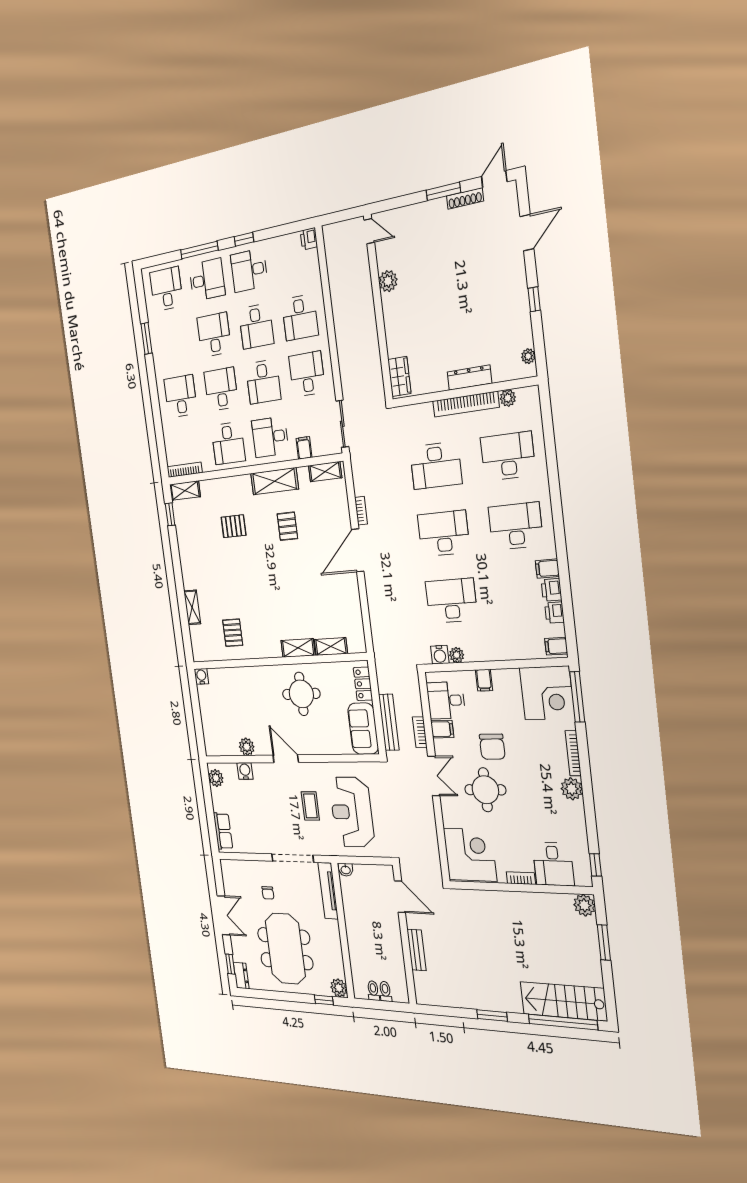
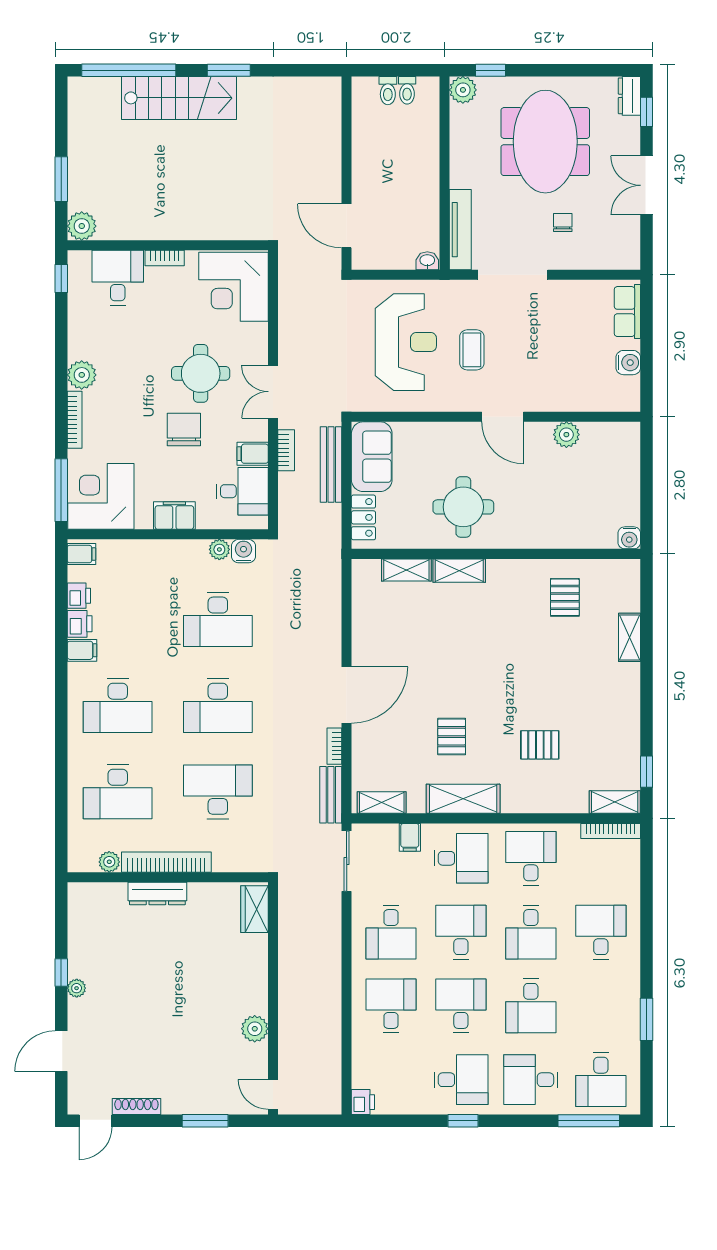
window: (443, 191) -> (205, 1121), moved
window: (199, 250) -> (589, 1121), moved
plant: (528, 356) -> (77, 988), moved
desk: (181, 396) -> (601, 932), turned 180
filing cabinet: (484, 680) -> (174, 516), width x2.00
water cooler: (245, 771) -> (628, 363), moved, turned -90
plant: (216, 778) -> (628, 390), removed
bench: (417, 950) -> (331, 795), moved
stairs: (563, 1001) -> (179, 98), moved

